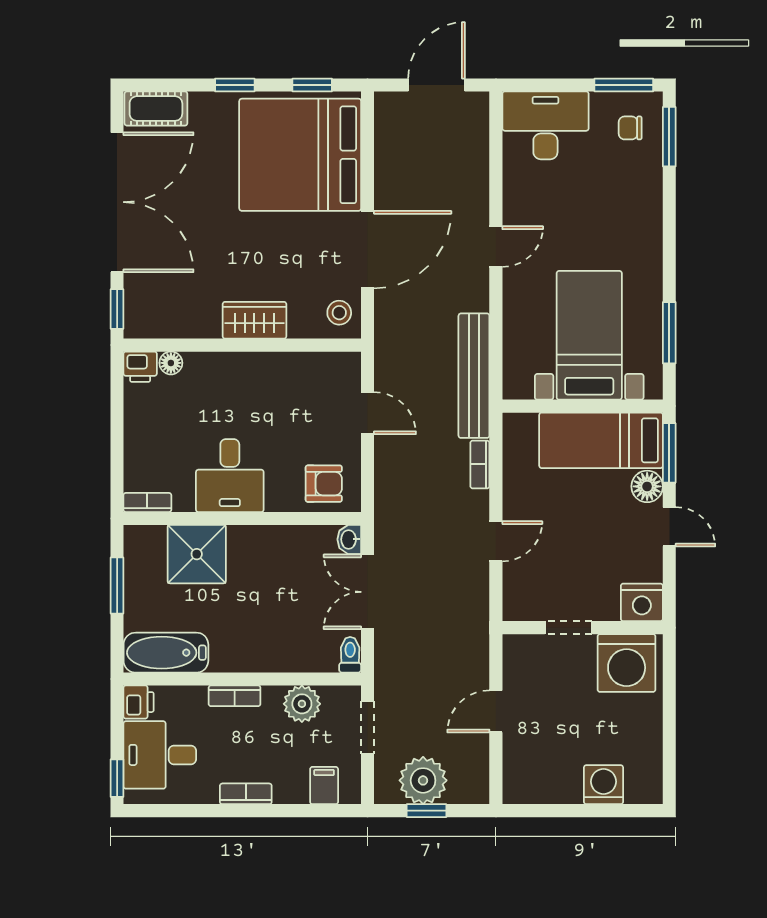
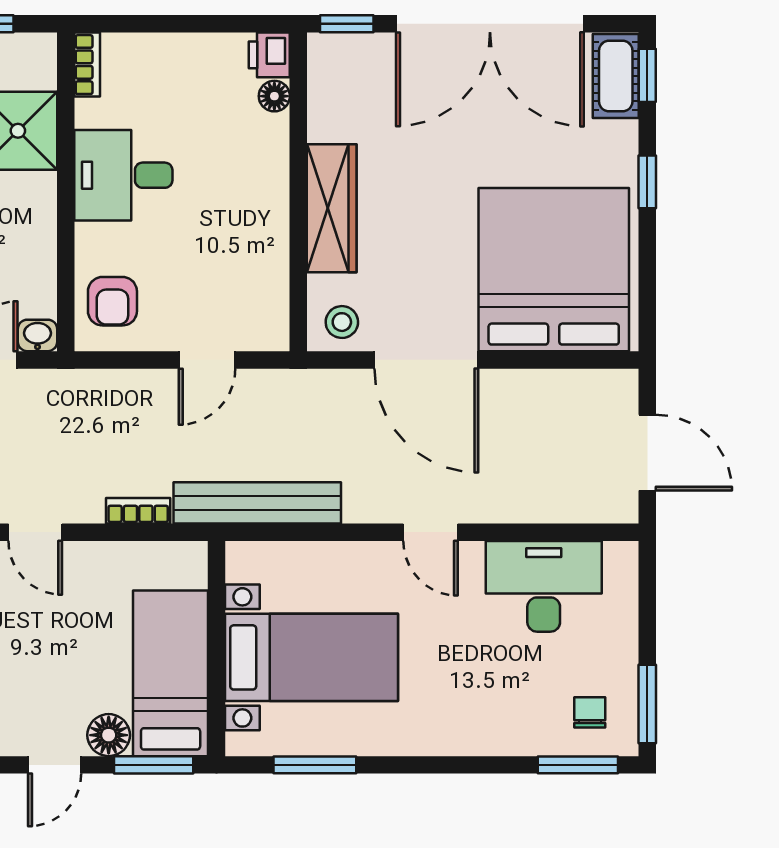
window: (312, 85) -> (647, 75), moved
desk: (545, 125) -> (544, 586), moved, turned -90
wardrobe: (254, 320) -> (332, 208), width x1.50

